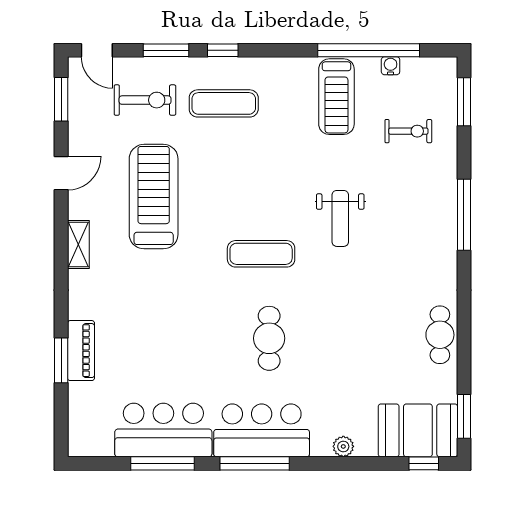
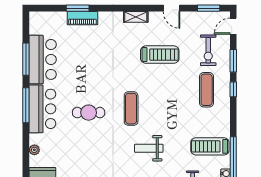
treadmill: (154, 197) -> (160, 55), width x0.73, depth x0.73

